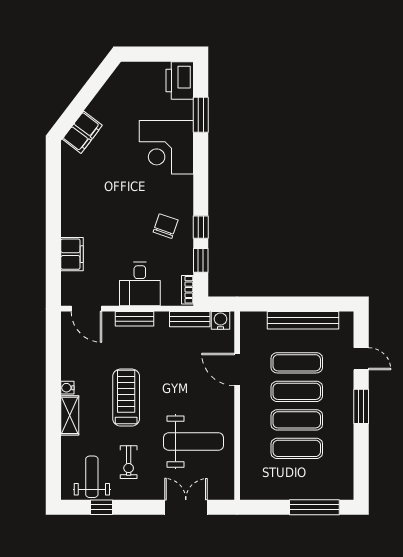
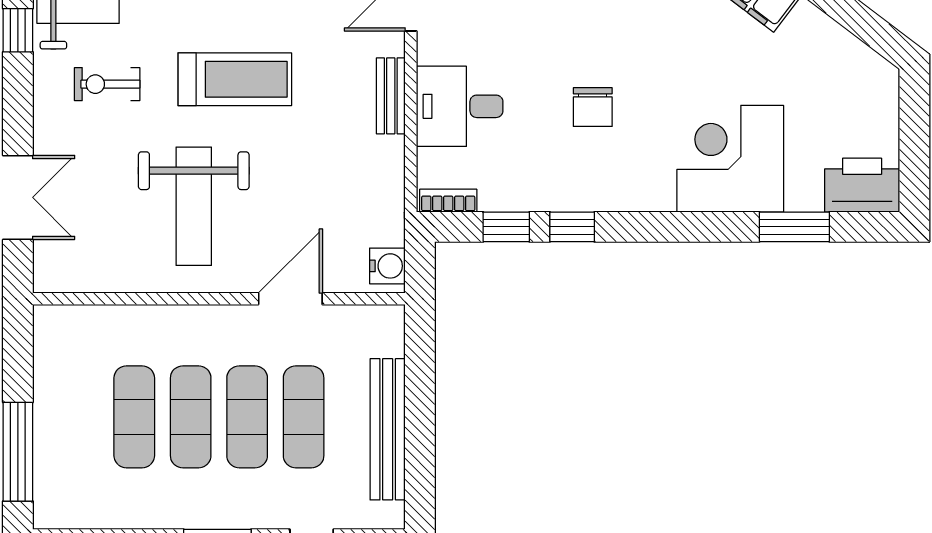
chair: (166, 226) -> (593, 107), moved, turned 71
bench: (190, 319) -> (390, 205), removed
weight bench: (194, 442) -> (194, 206), moved

